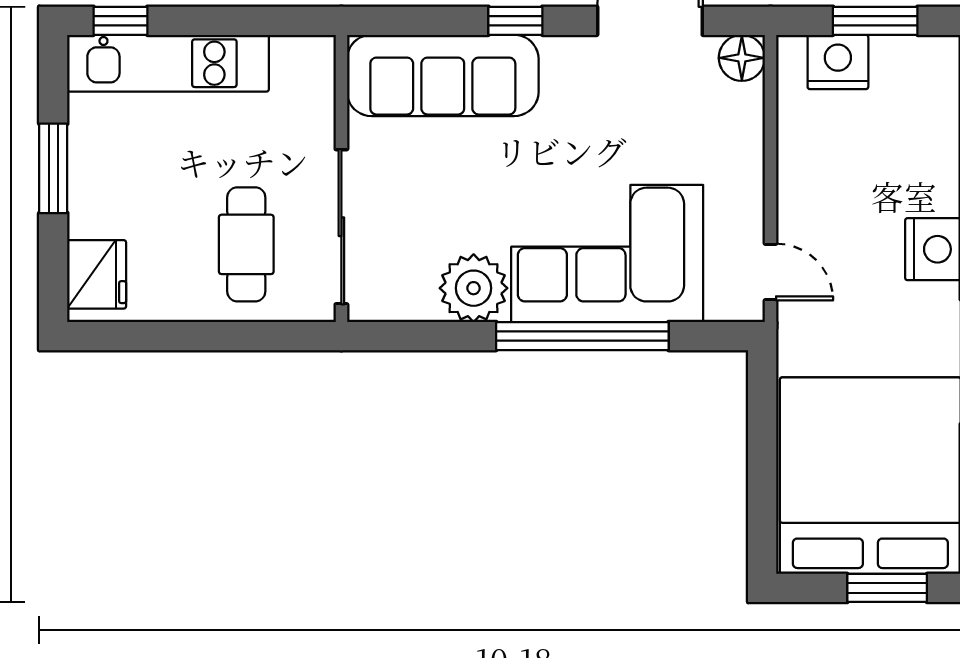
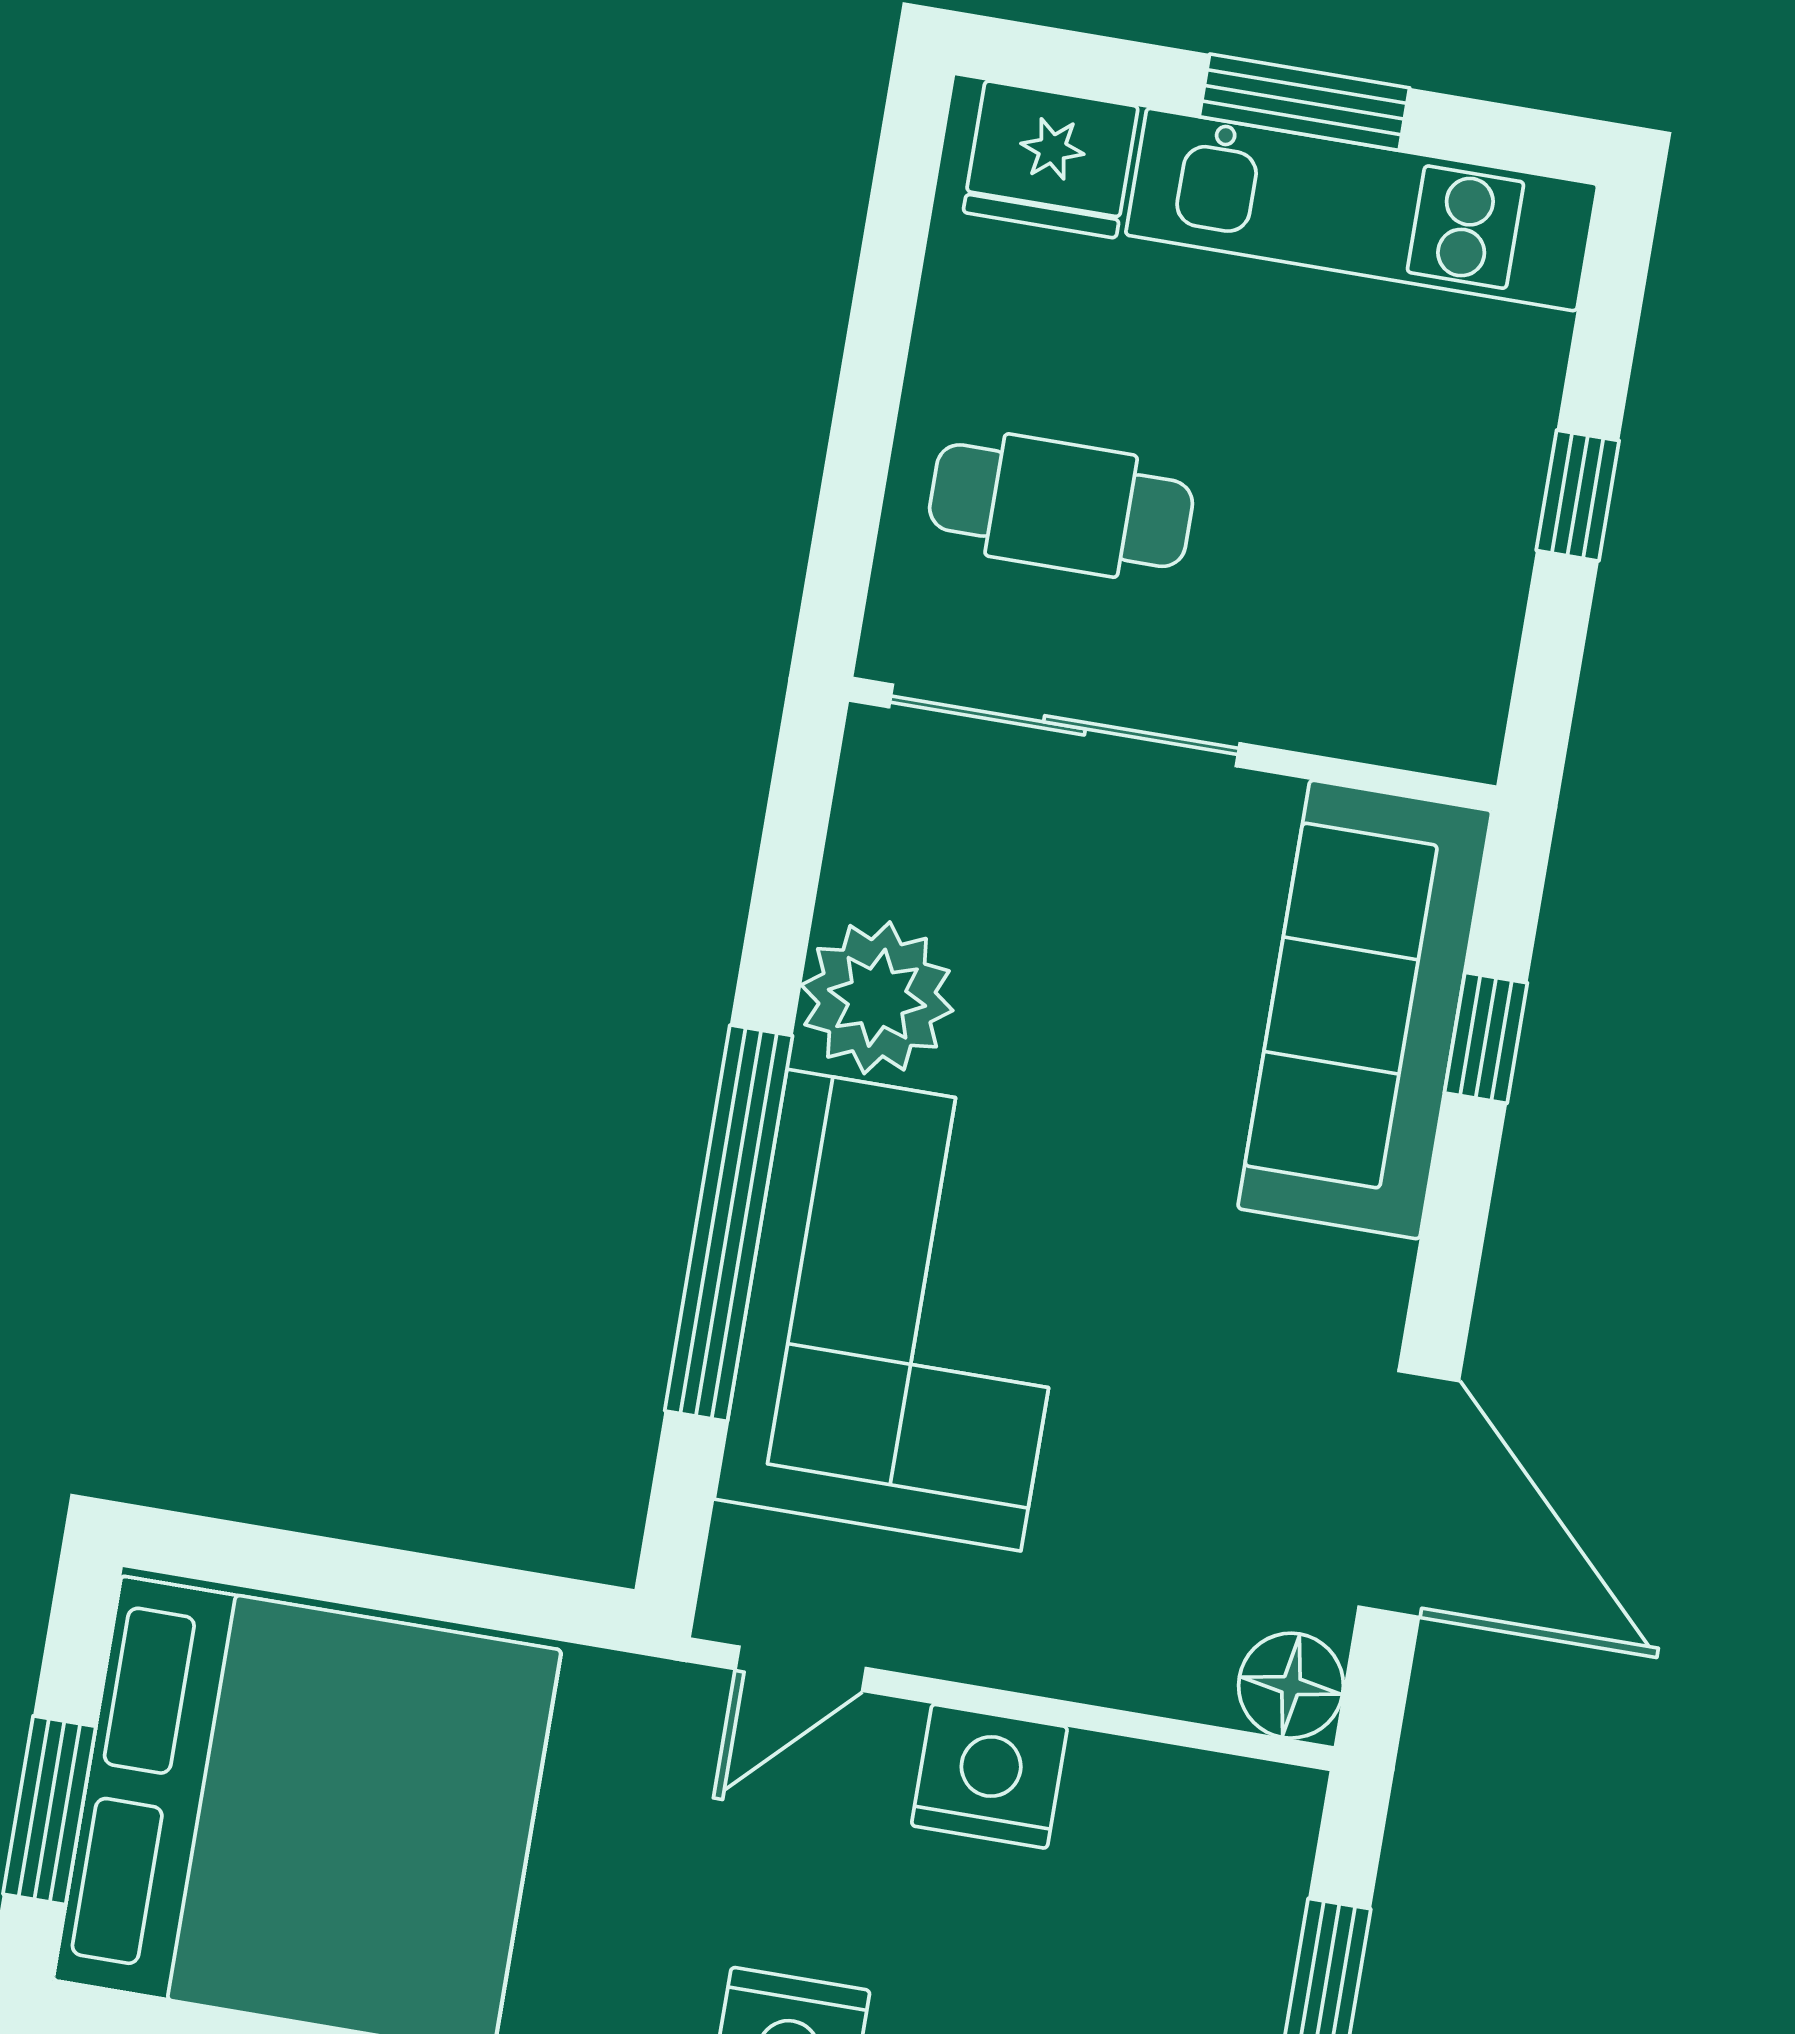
window: (120, 21) -> (1578, 496), moved
window: (515, 21) -> (1486, 1038), moved
nightstand: (838, 62) -> (989, 1776), moved, turned -90
kitchen unit: (168, 63) -> (1362, 210), moved, turned -90

